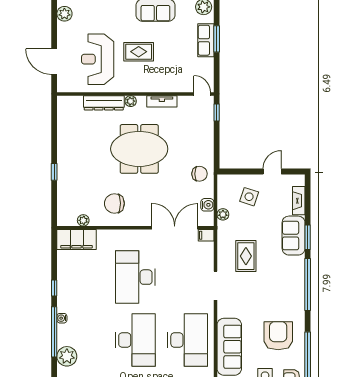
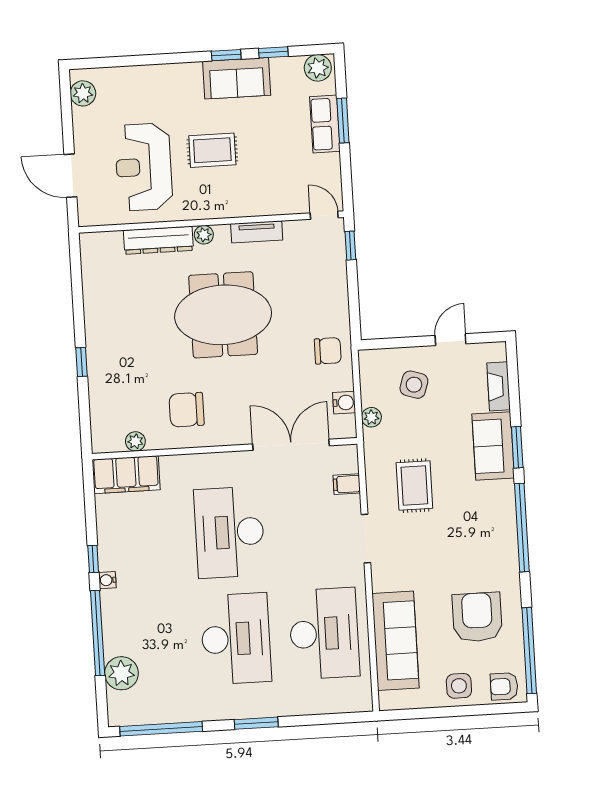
filing cabinet: (206, 235) -> (347, 484), moved
water cooler: (62, 318) -> (107, 580), moved

